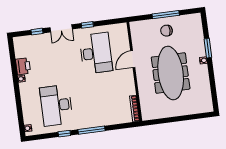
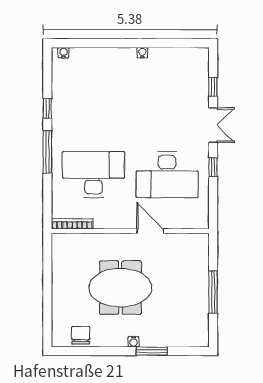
double door: (61, 28) -> (213, 125), swing flipped
chair: (167, 31) -> (81, 335), moved
printer: (23, 66) -> (162, 58), removed
meeting table: (171, 73) -> (120, 288), width x0.73
desk: (56, 105) -> (93, 175), moved

